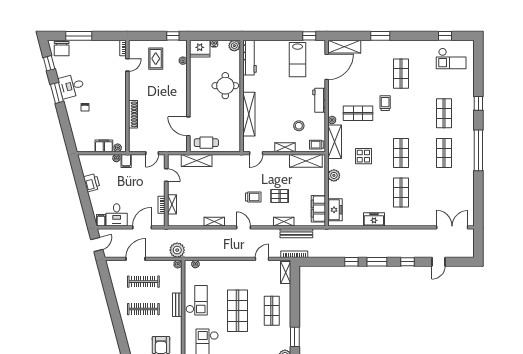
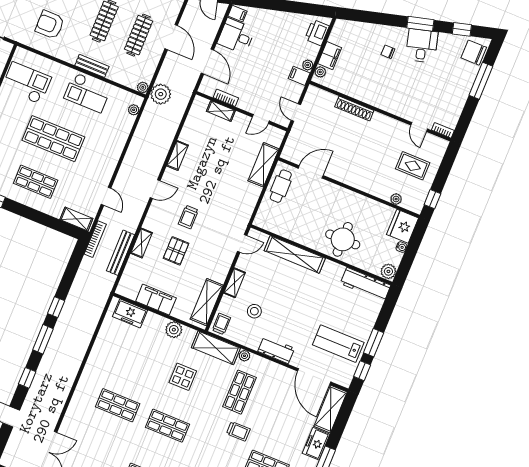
window: (287, 36) -> (374, 343), added
door: (256, 153) -> (242, 243), swing flipped
printer: (92, 183) -> (317, 33), moved, turned 105
filing cabinet: (318, 209) -> (156, 300), moved
freezer: (374, 219) -> (316, 444), moved, turned 180

